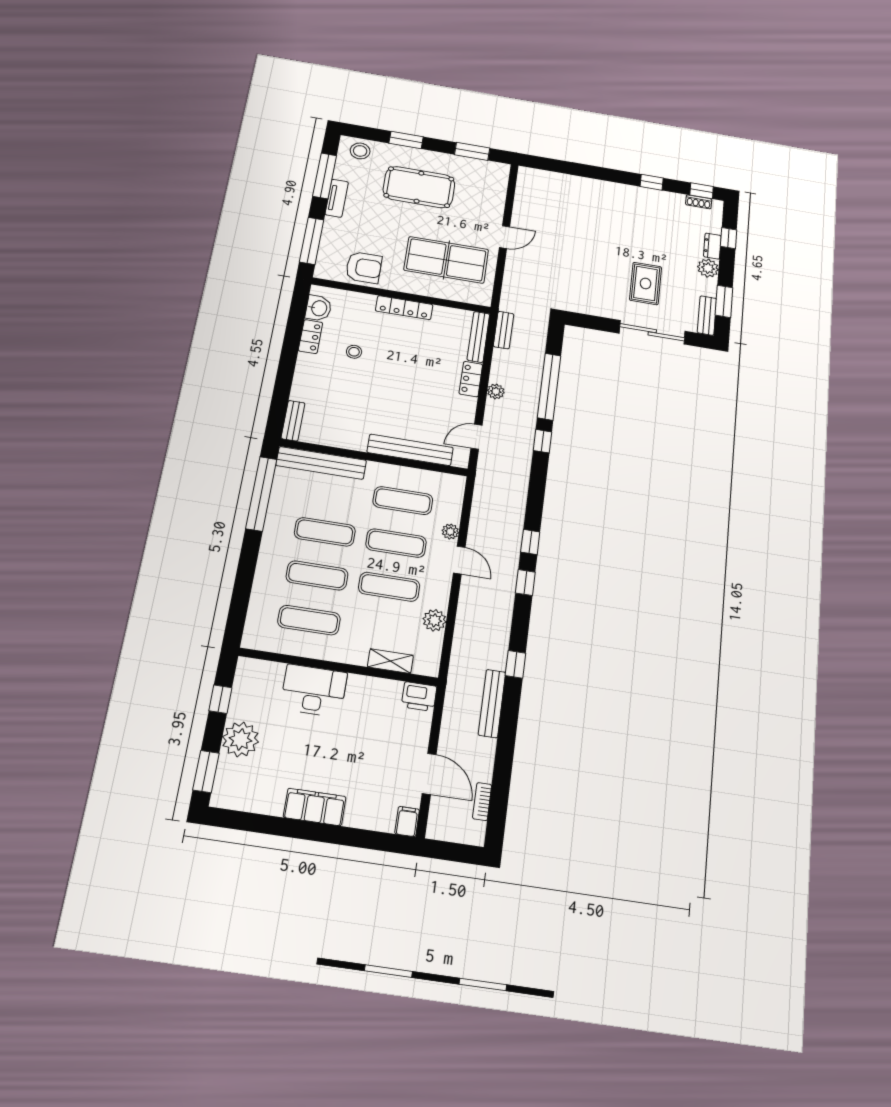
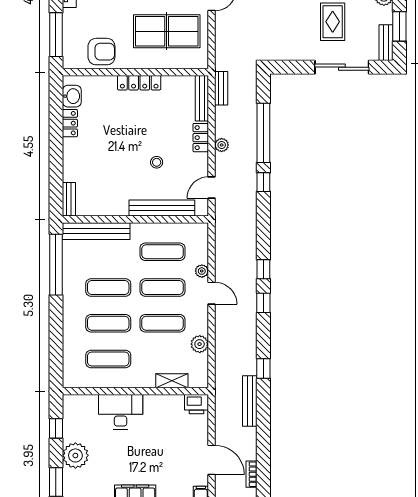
stool: (354, 352) -> (157, 162), moved

